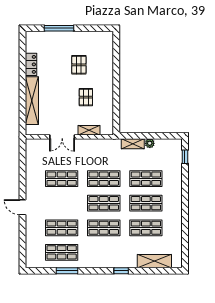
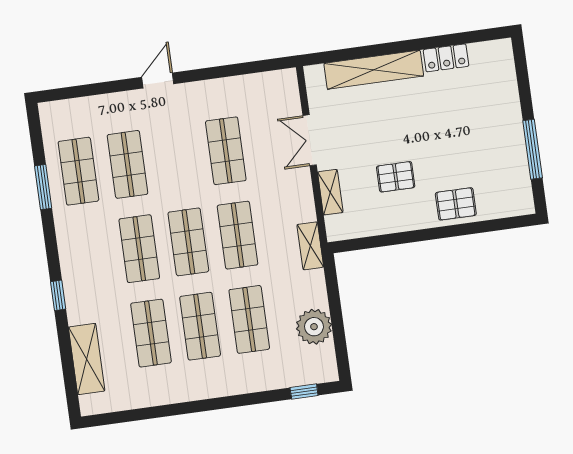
window: (59, 28) -> (533, 149), moved
pallet: (79, 65) -> (456, 204), moved
plant: (150, 143) -> (314, 327), width x1.87, depth x1.87
shelving: (133, 144) -> (310, 246), moved

